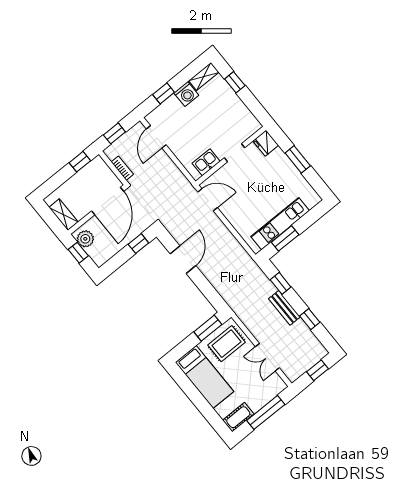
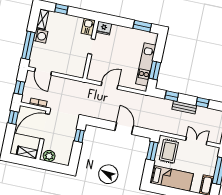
window: (164, 93) -> (28, 45), width x2.17
window: (298, 159) -> (142, 26), moved
kitchen sink: (206, 162) -> (88, 27), moved
door: (208, 200) -> (110, 86), moved
door: (108, 201) -> (45, 126), swing flipped
window: (78, 253) -> (51, 166), removed
door: (183, 260) -> (124, 128), moved
double door: (267, 357) -> (196, 141), swing flipped

